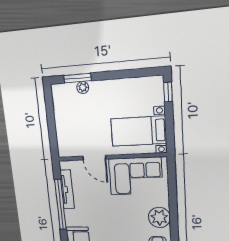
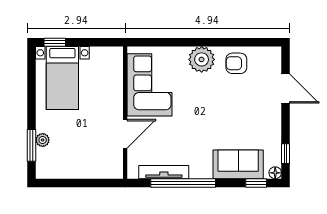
bed with nightstands: (139, 131) -> (62, 78), moved

